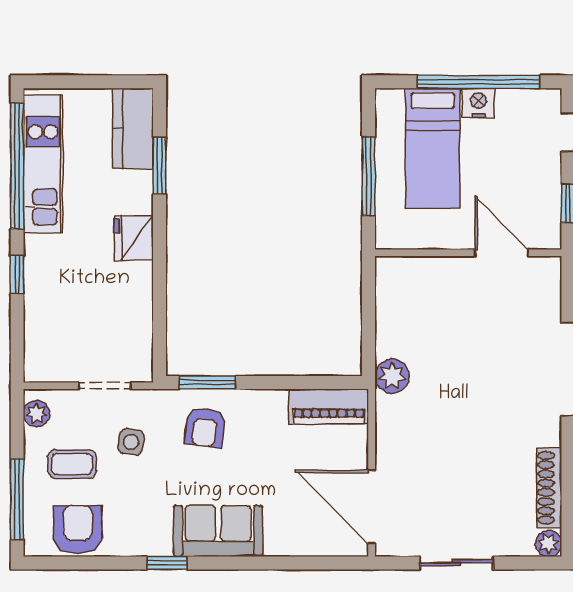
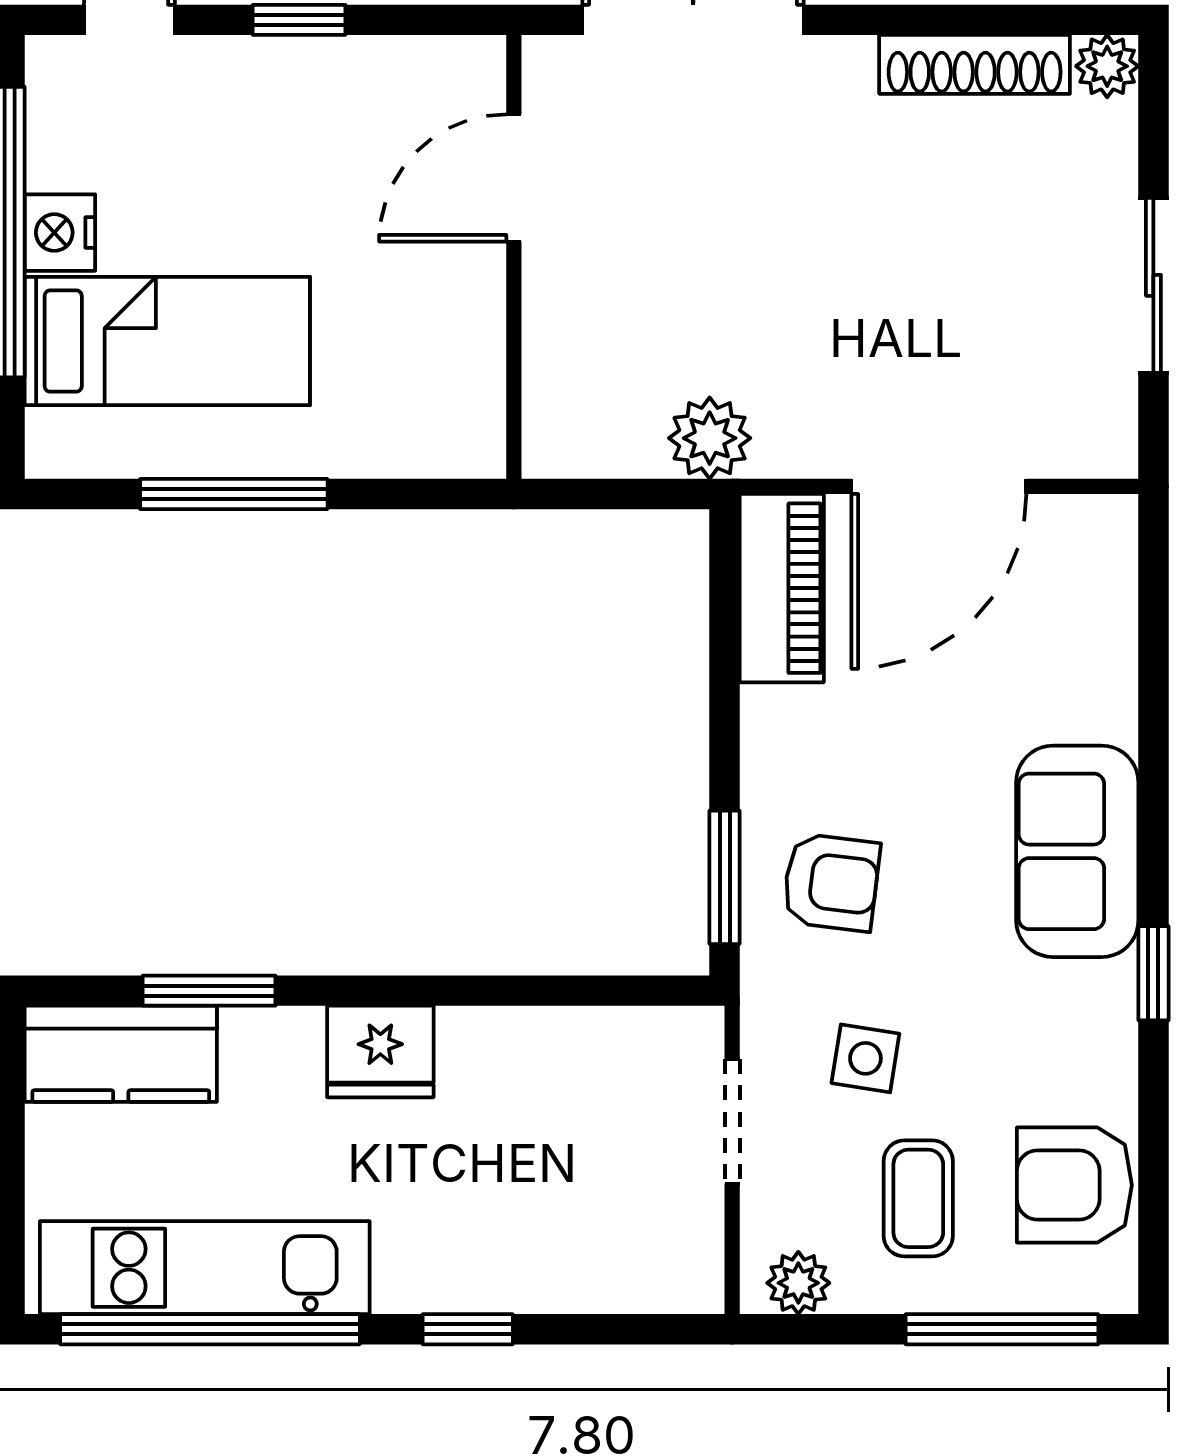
wall: (468, 253) -> (514, 257), moved
door: (501, 253) -> (514, 178), moved
door: (372, 507) -> (939, 486), moved

